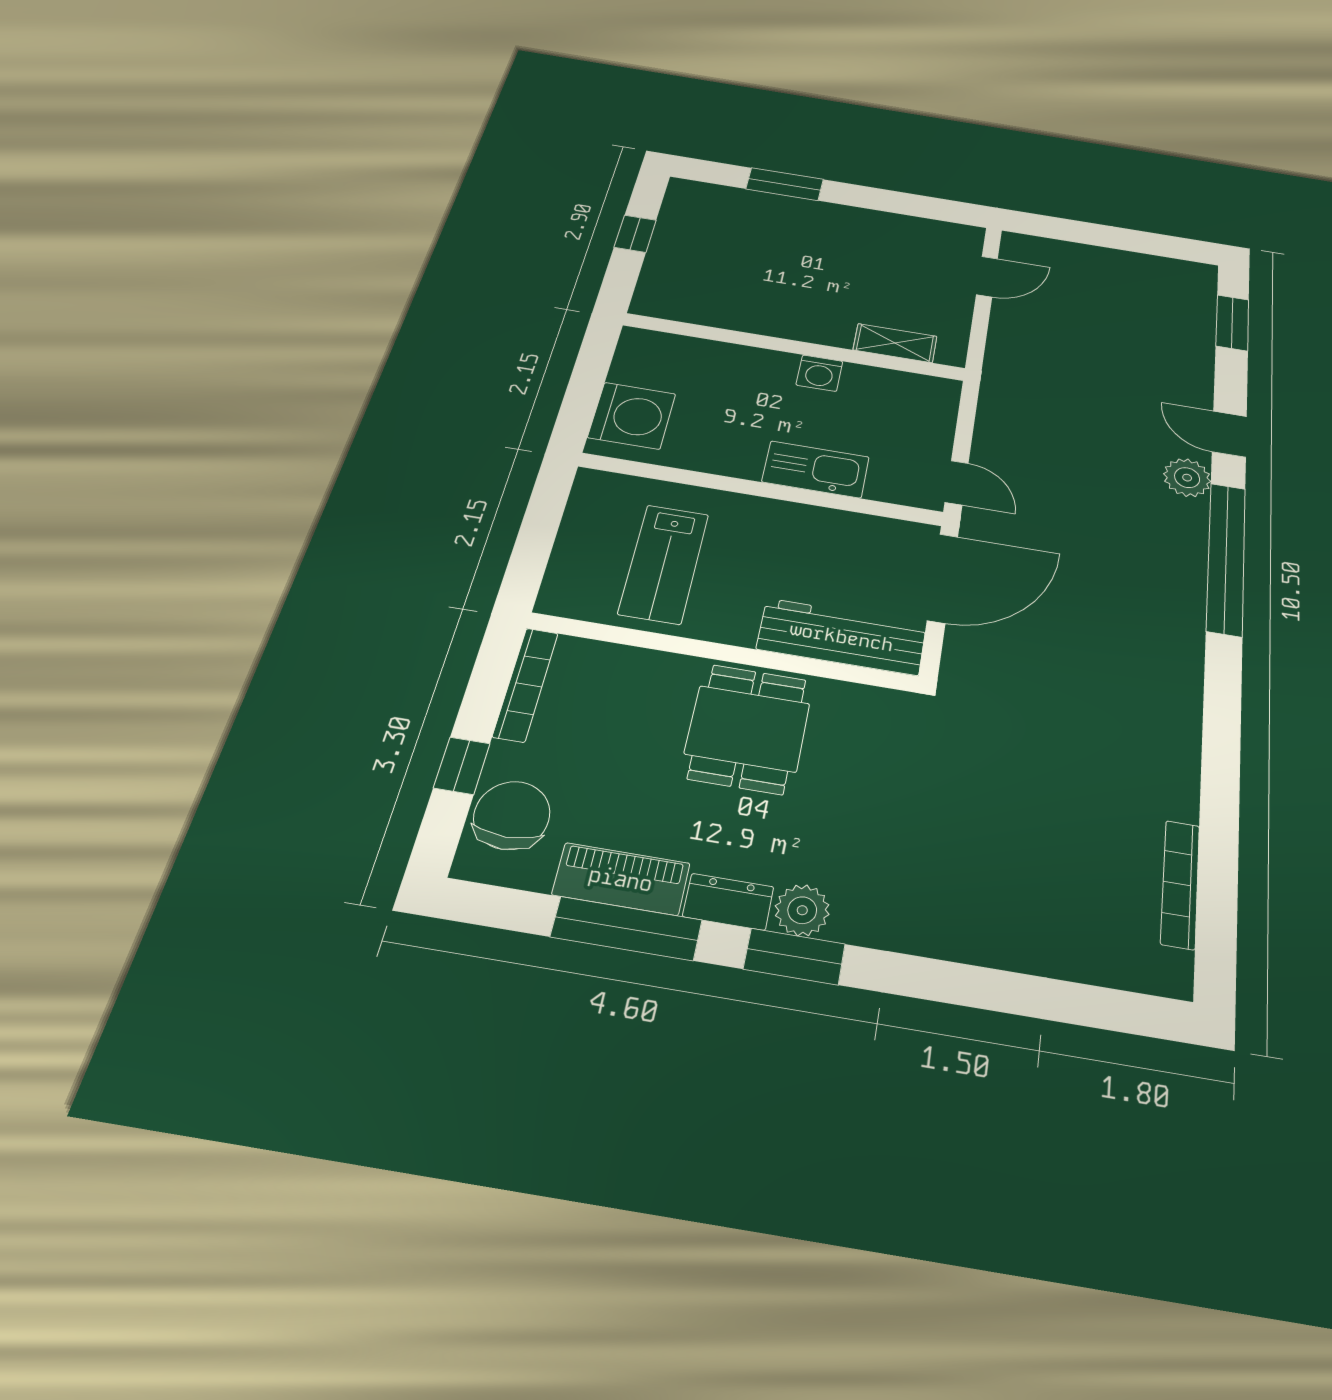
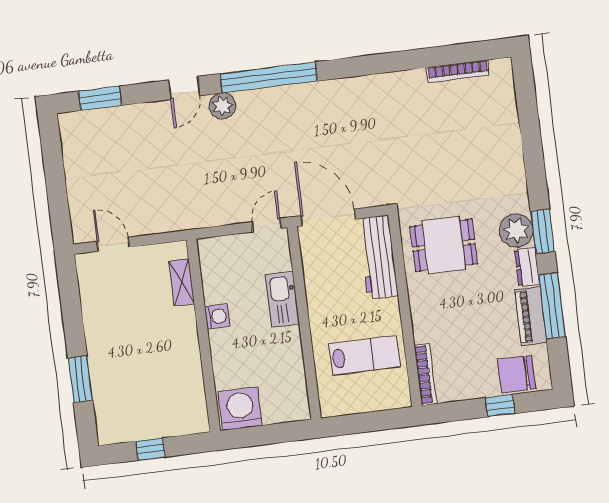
washing machine: (632, 416) -> (240, 409), moved
bookcase: (526, 684) -> (426, 375), moved, turned 90
dining table: (747, 729) -> (444, 245), moved
plant: (802, 910) -> (516, 230), width x1.36, depth x1.36

